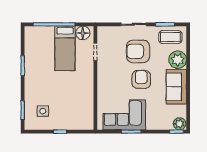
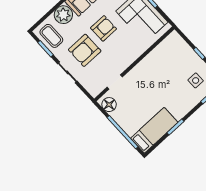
bed: (65, 48) -> (154, 130), moved
armchair: (138, 51) -> (85, 50), turned 90
armchair: (141, 79) -> (104, 28), turned 180

